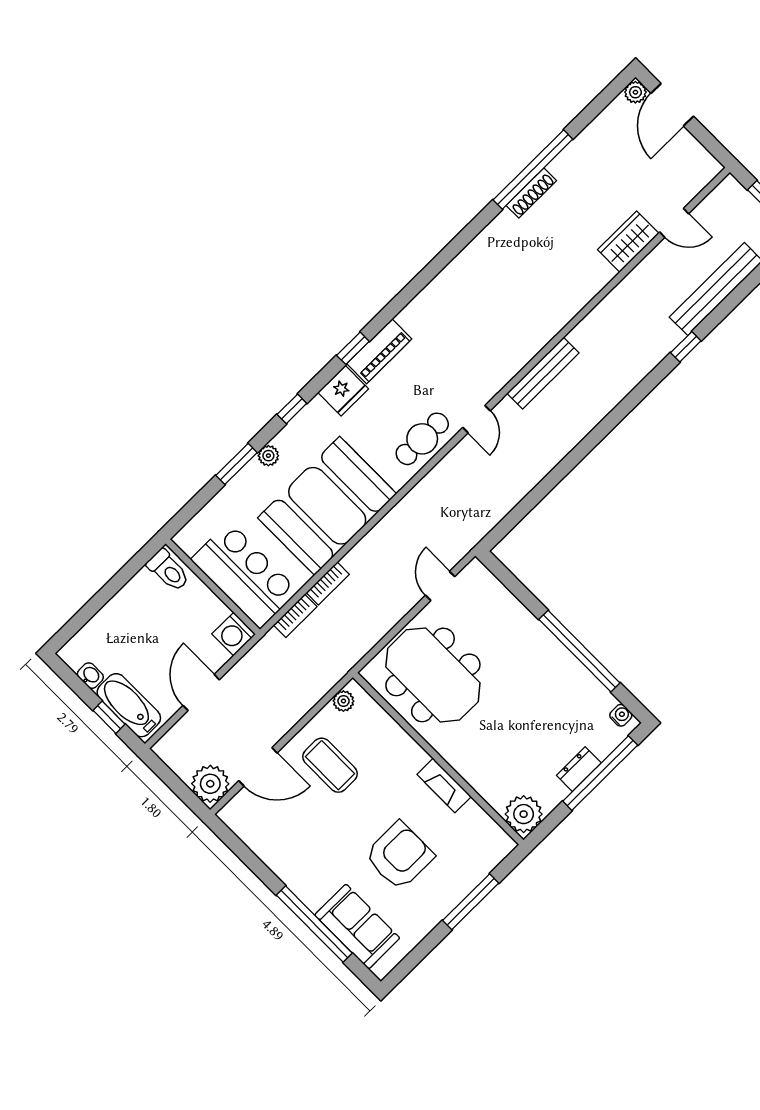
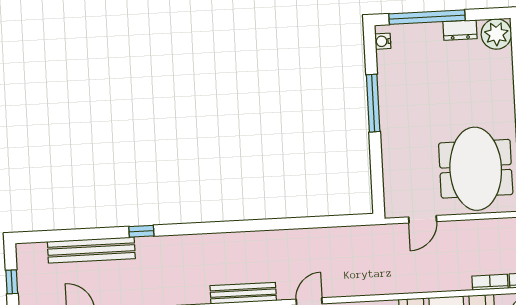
window: (579, 651) -> (373, 103), width x0.68
dresser: (579, 769) -> (460, 30), moved

